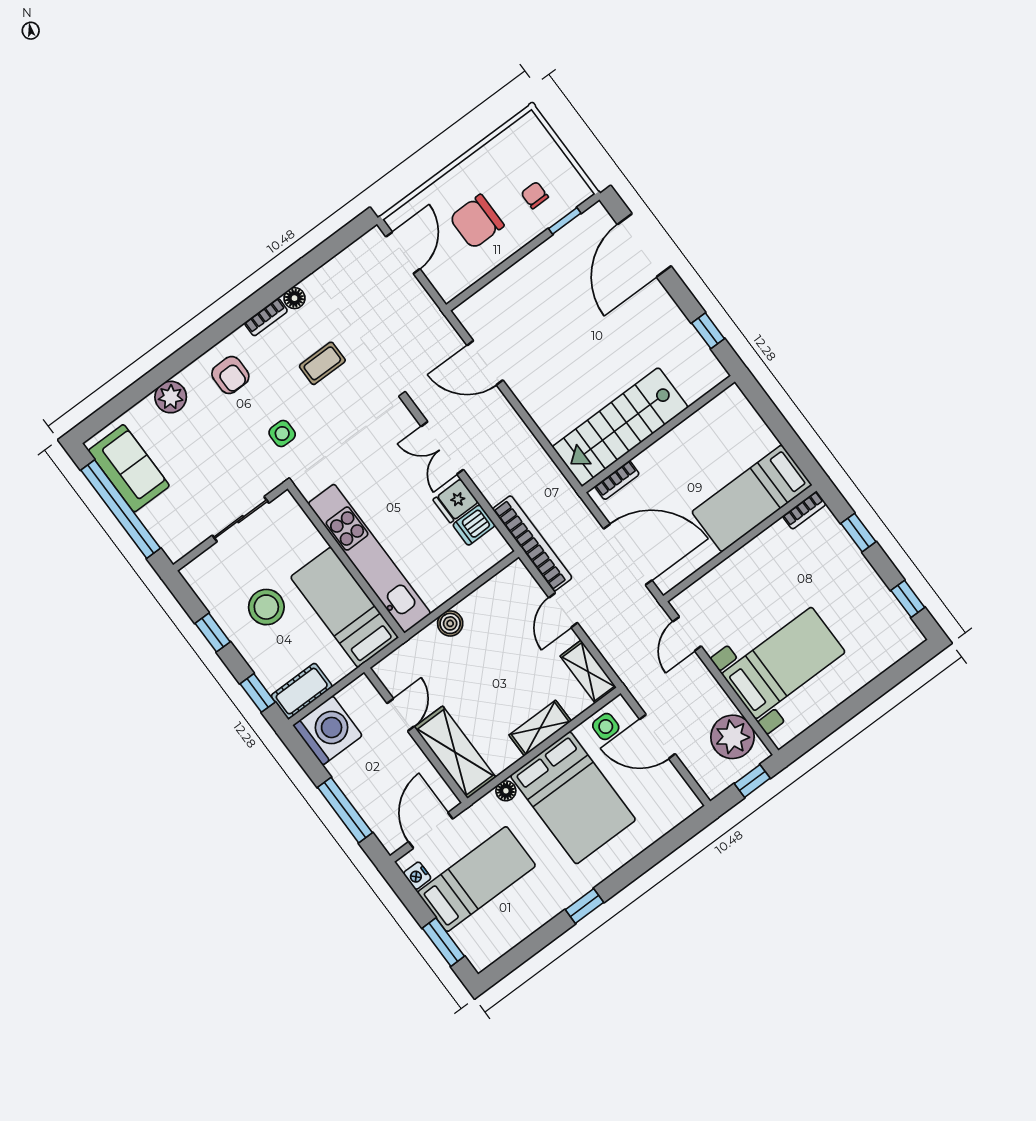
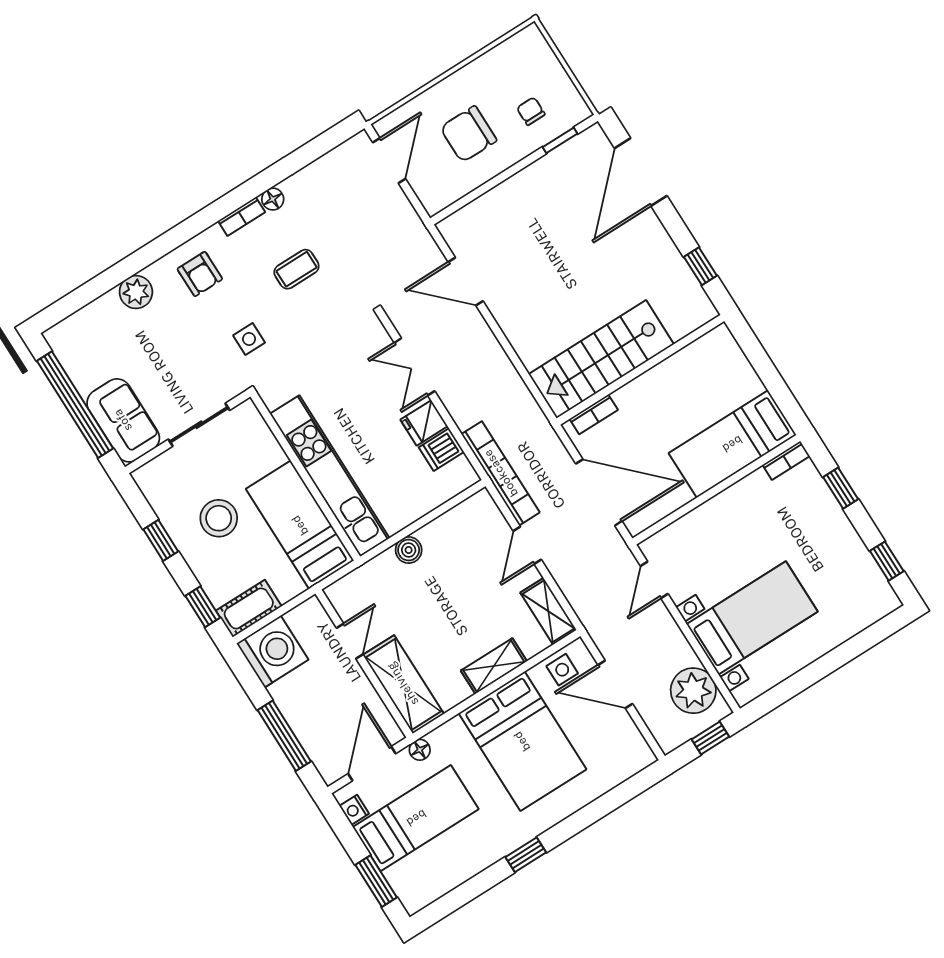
sofa: (129, 468) -> (123, 420), moved
floor lamp: (506, 791) -> (420, 750), moved

